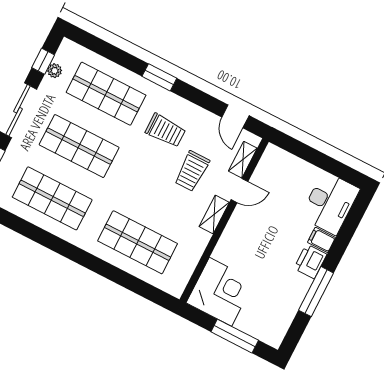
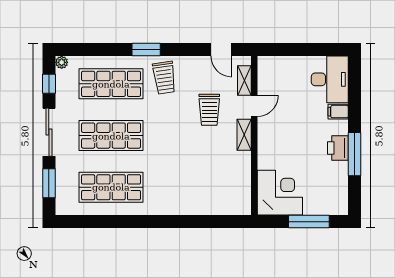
plant: (55, 71) -> (62, 62), moved
trolley: (165, 130) -> (164, 78), moved, turned 82
shop shelf: (138, 242) -> (195, 187), removed
printer: (310, 261) -> (338, 148), moved

